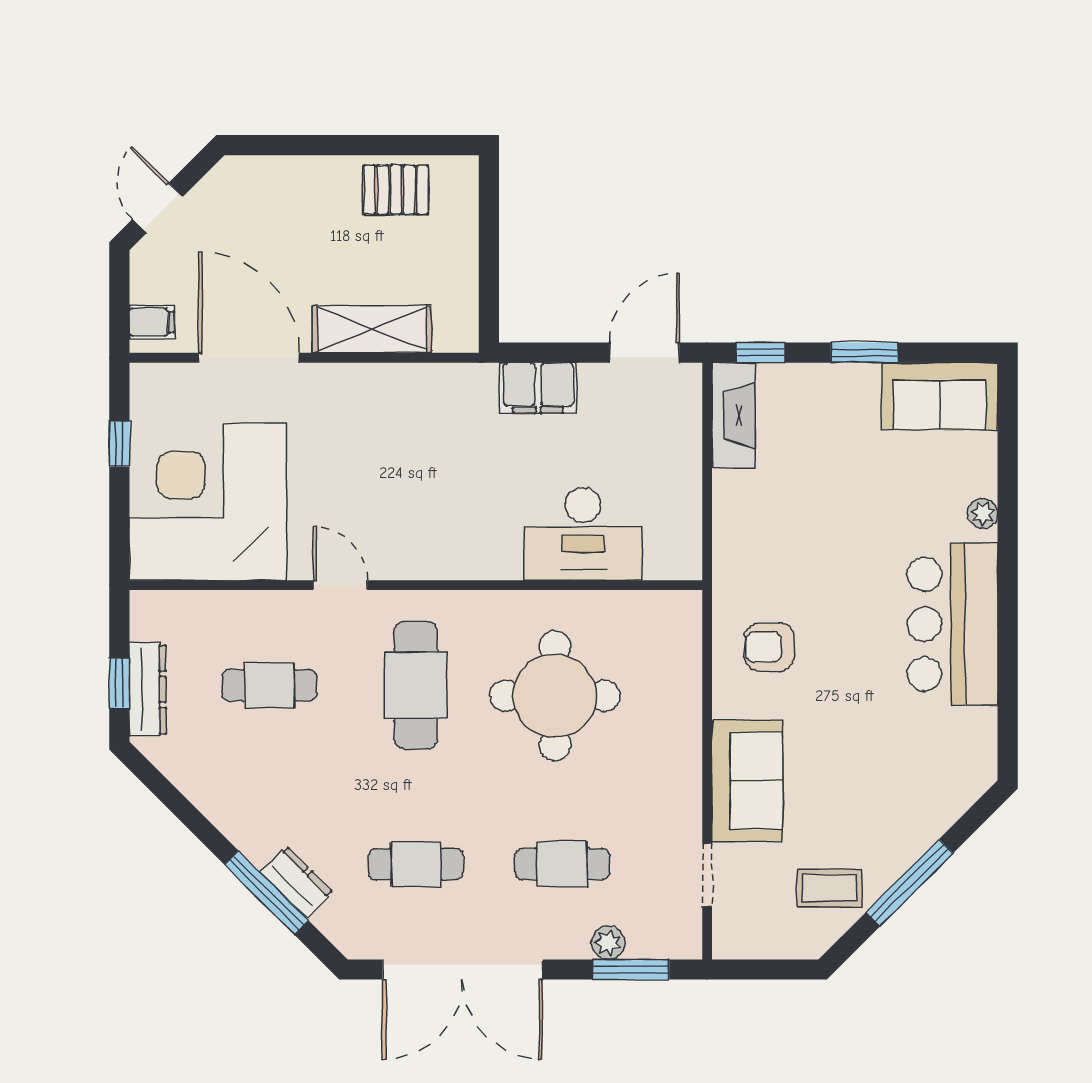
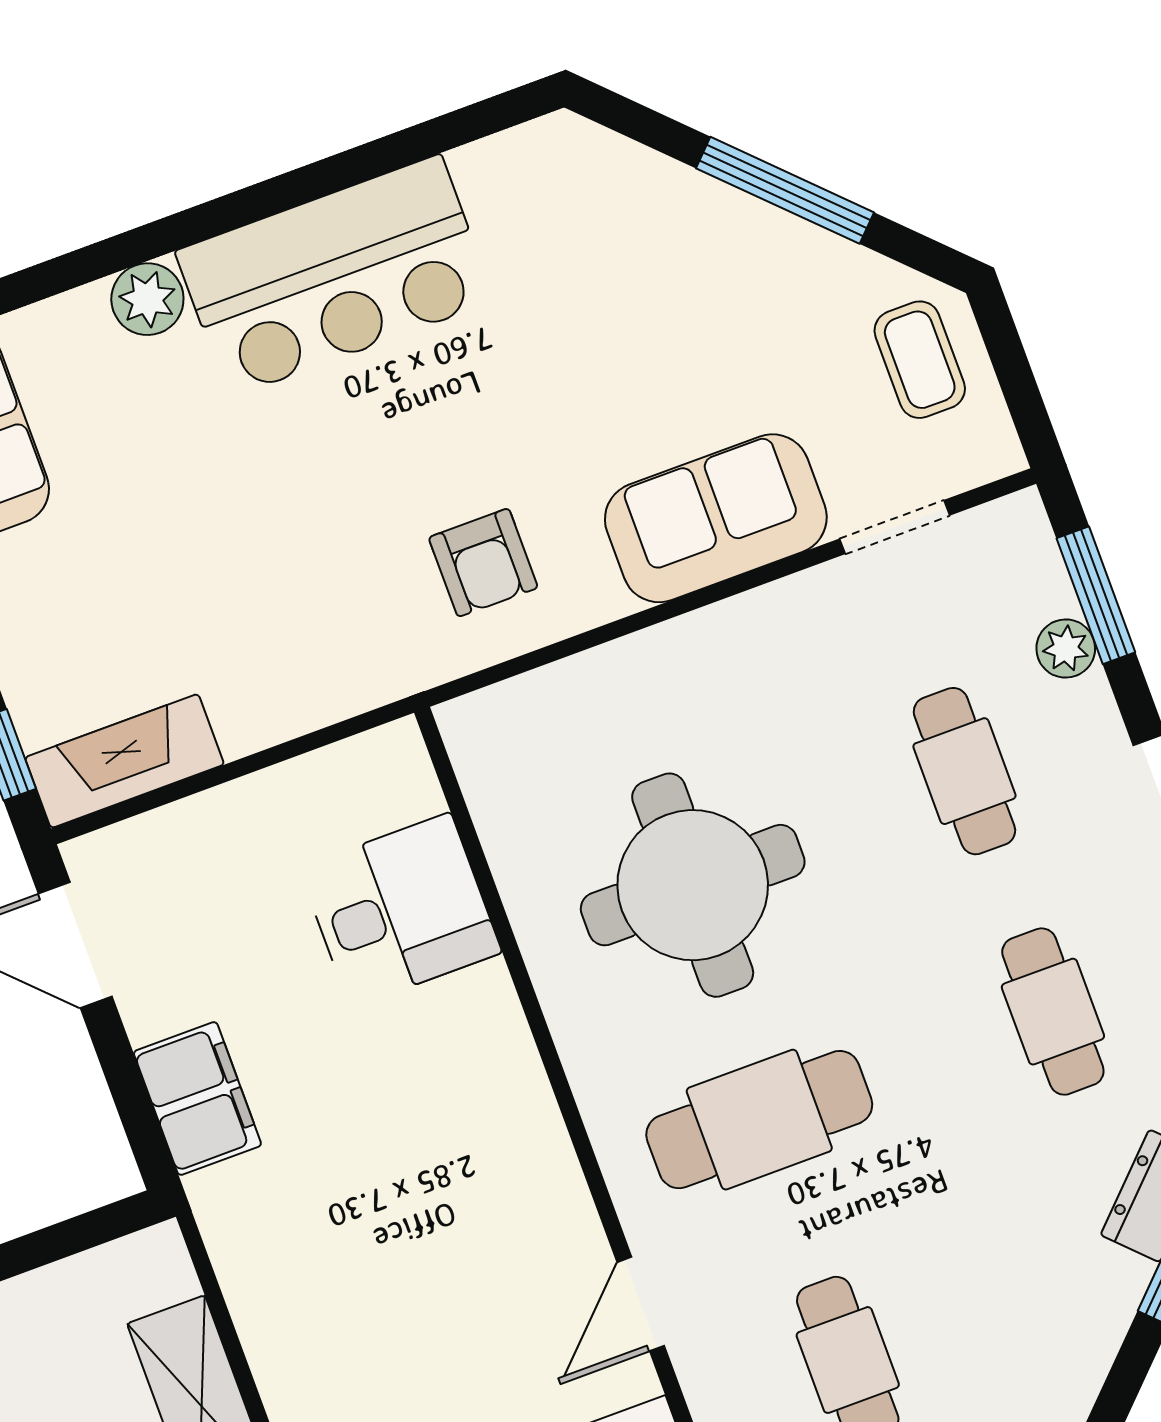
plant: (983, 513) -> (147, 299), width x1.38, depth x1.38
desk: (583, 534) -> (400, 910), width x0.73
coffee table: (830, 888) -> (920, 360), moved

